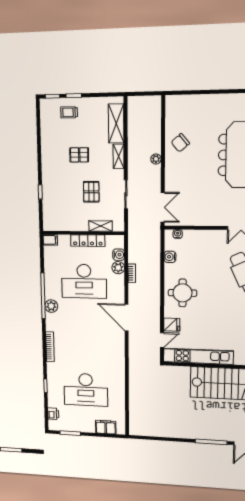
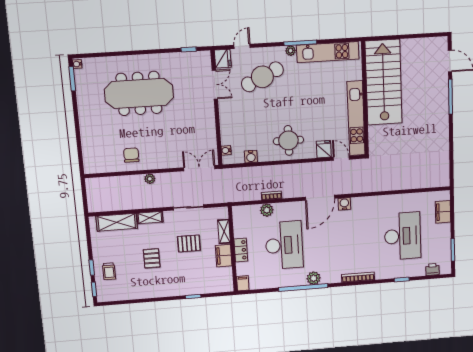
chair: (180, 143) -> (131, 155), turned -140
filing cabinet: (78, 224) -> (224, 256), added
locker: (88, 241) -> (241, 250), width x0.66
water cooler: (119, 255) -> (344, 204), moved

